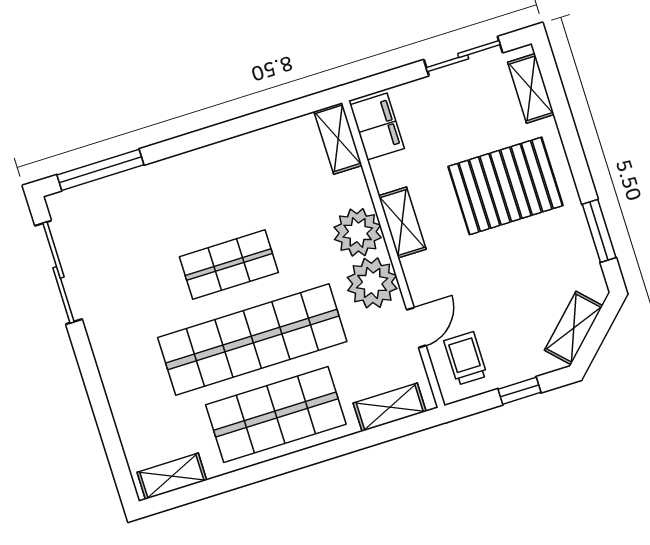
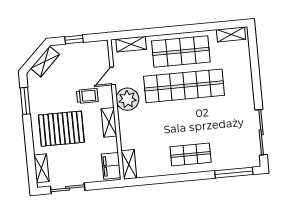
plant: (358, 232) -> (129, 122), removed
shop shelf: (229, 265) -> (191, 155), moved
trolley: (465, 358) -> (87, 96), moved, turned -90

